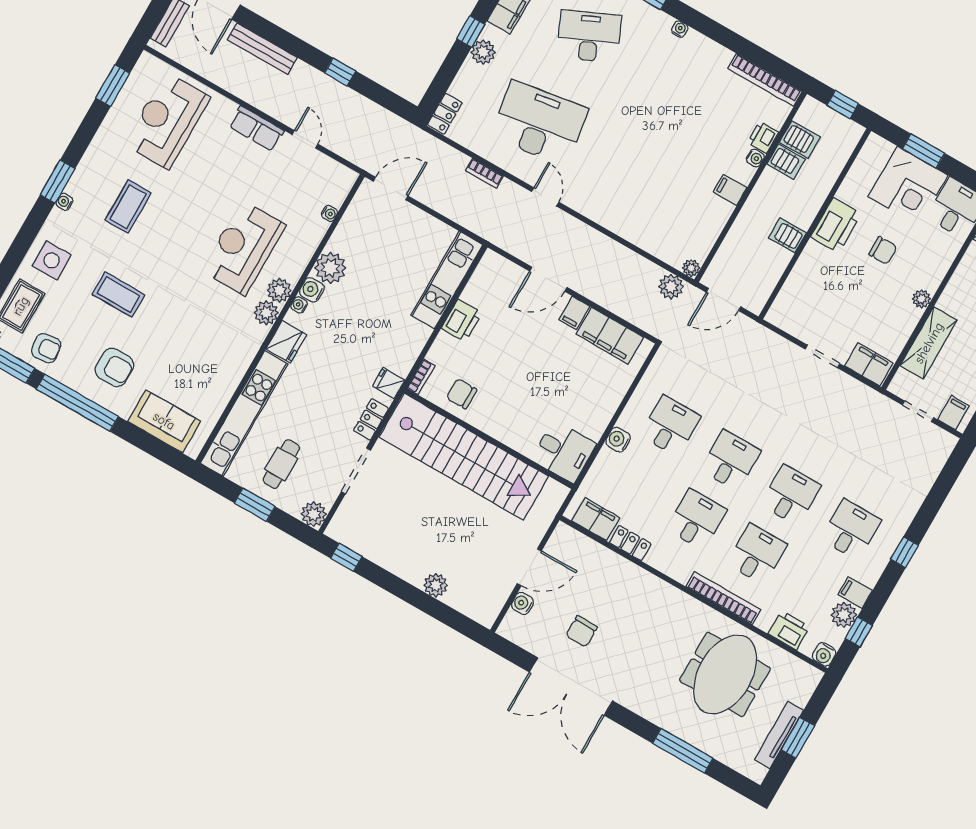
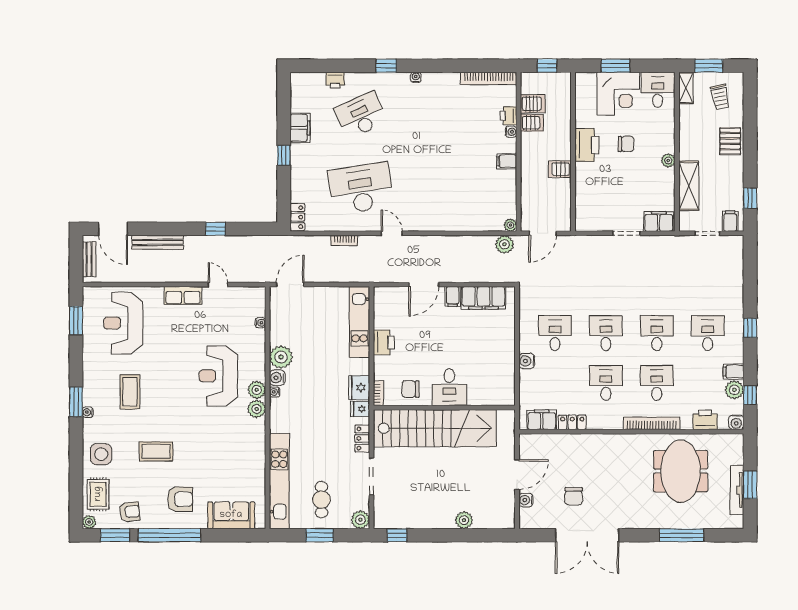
plant: (483, 52) -> (299, 164), removed
fridge: (286, 342) -> (359, 388), moved, turned 180
desk: (564, 452) -> (449, 387), moved, turned 90

